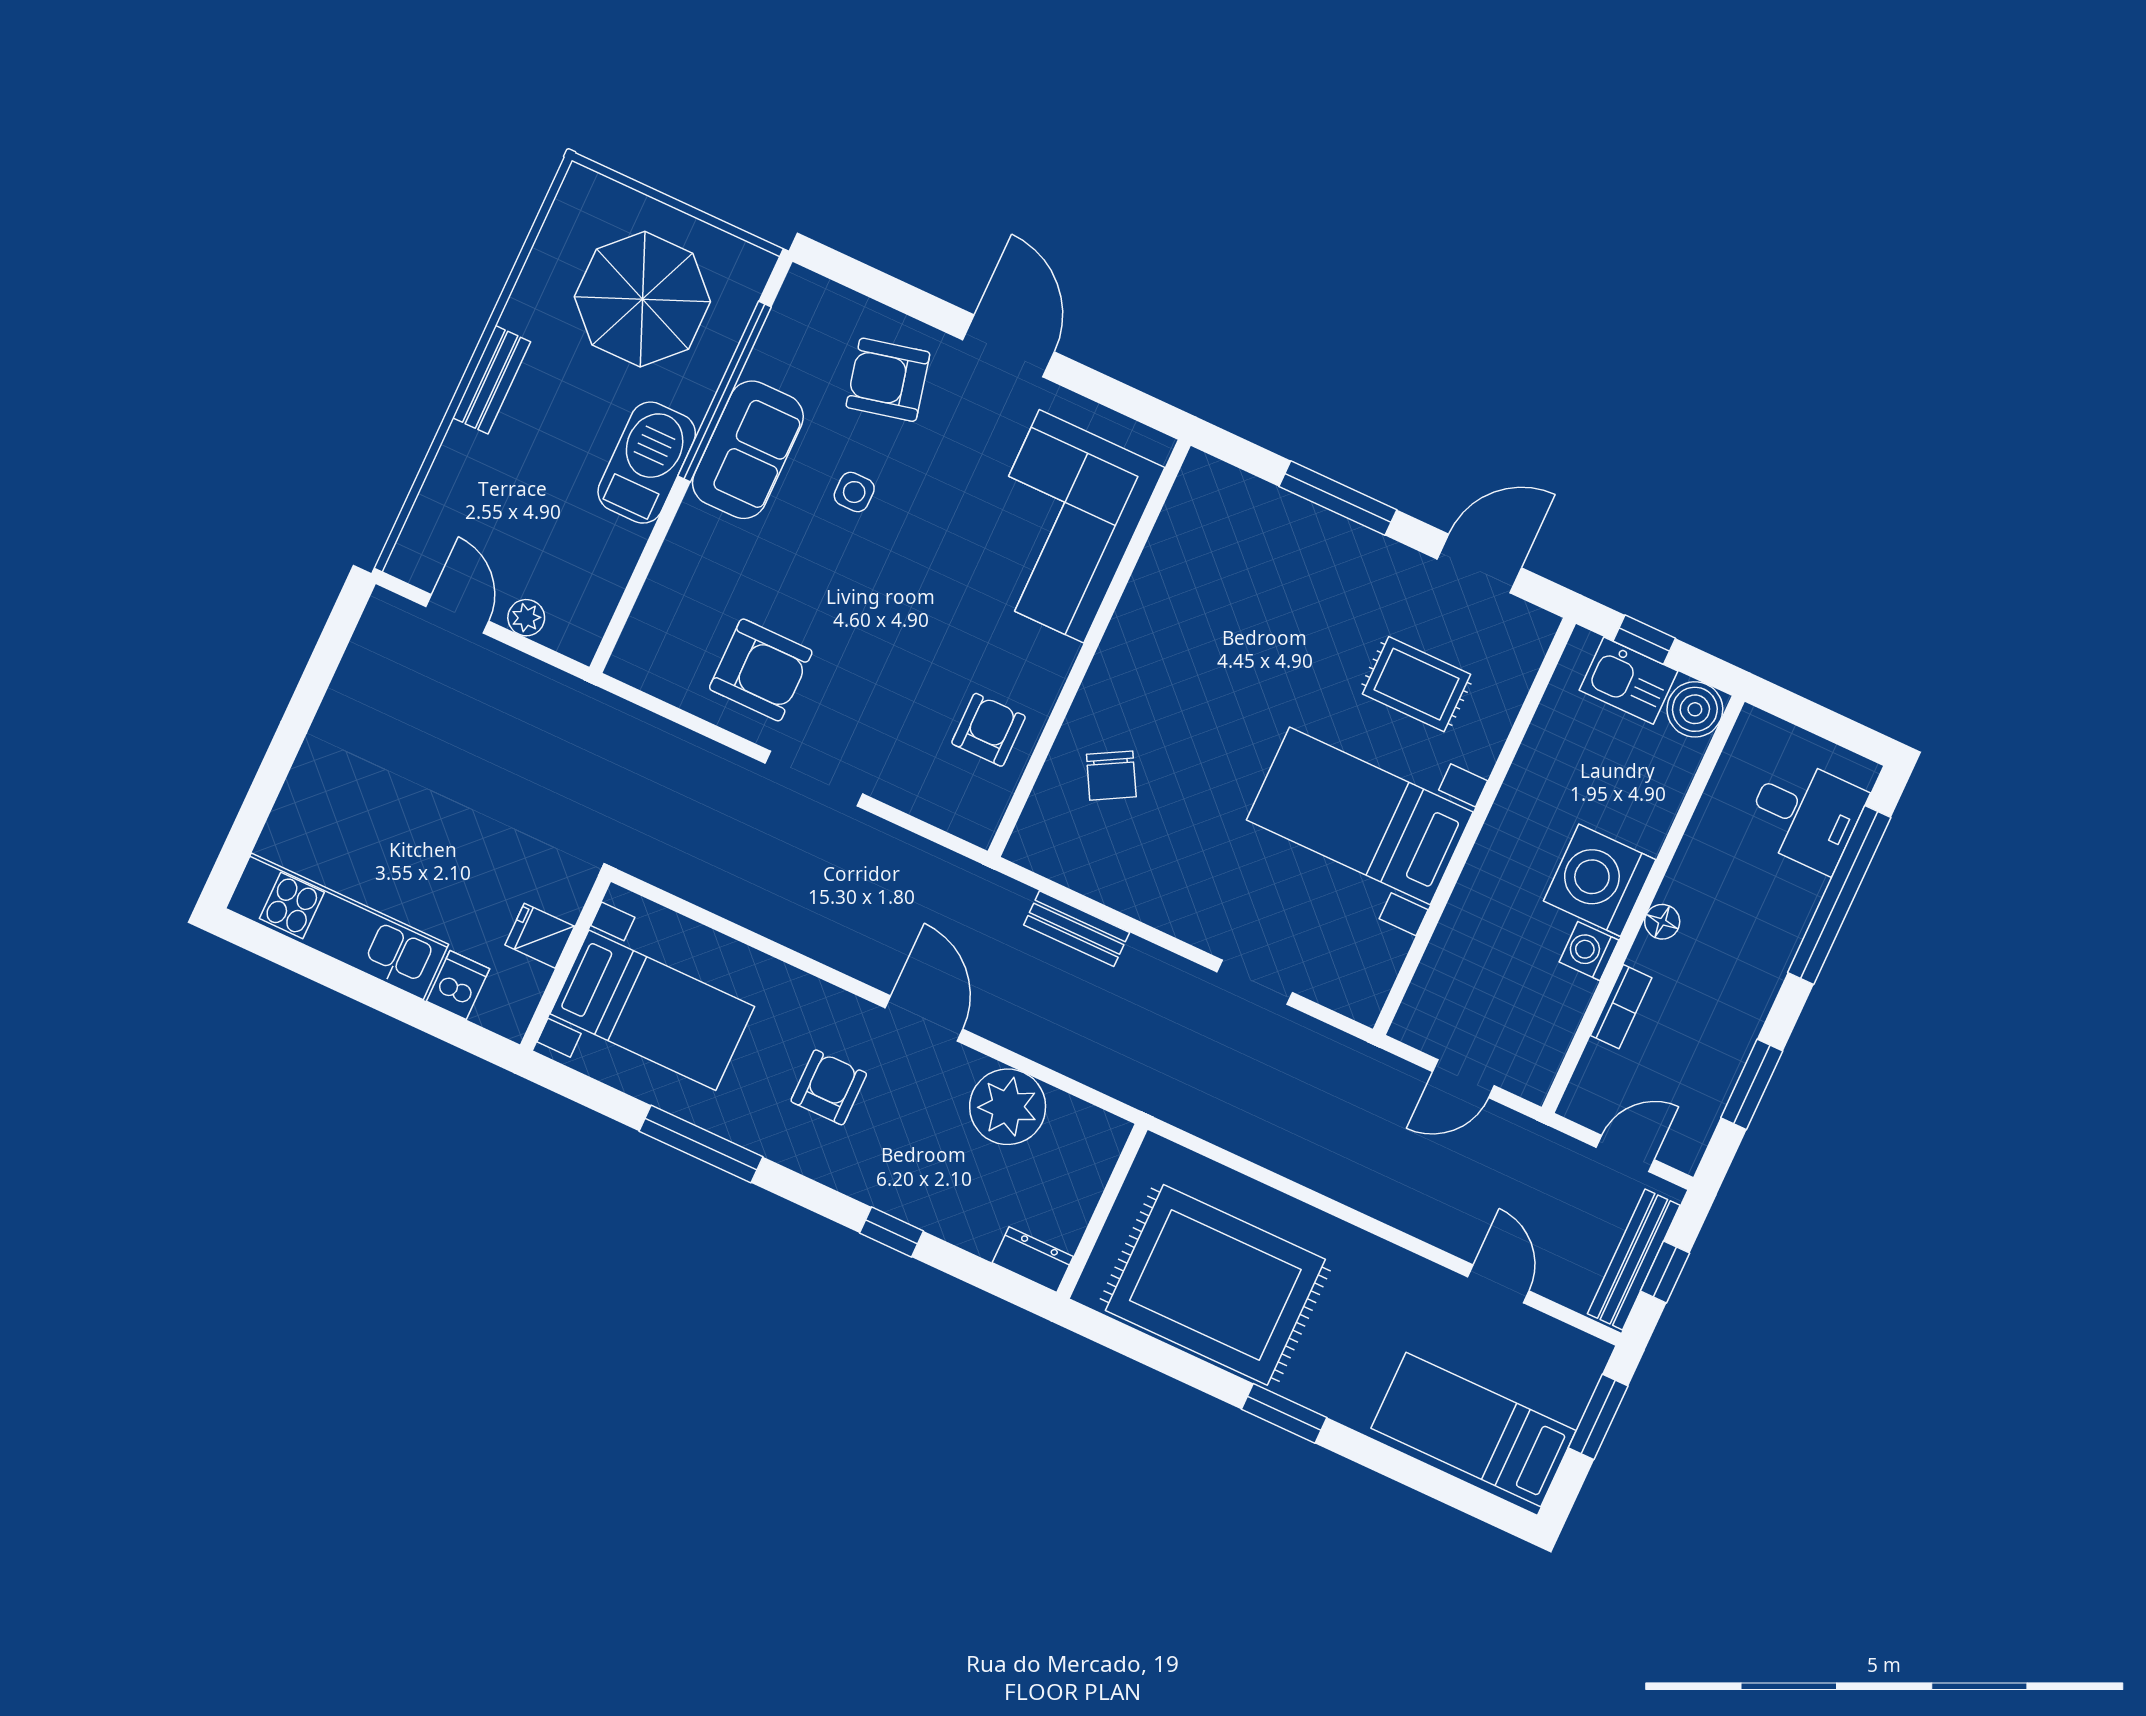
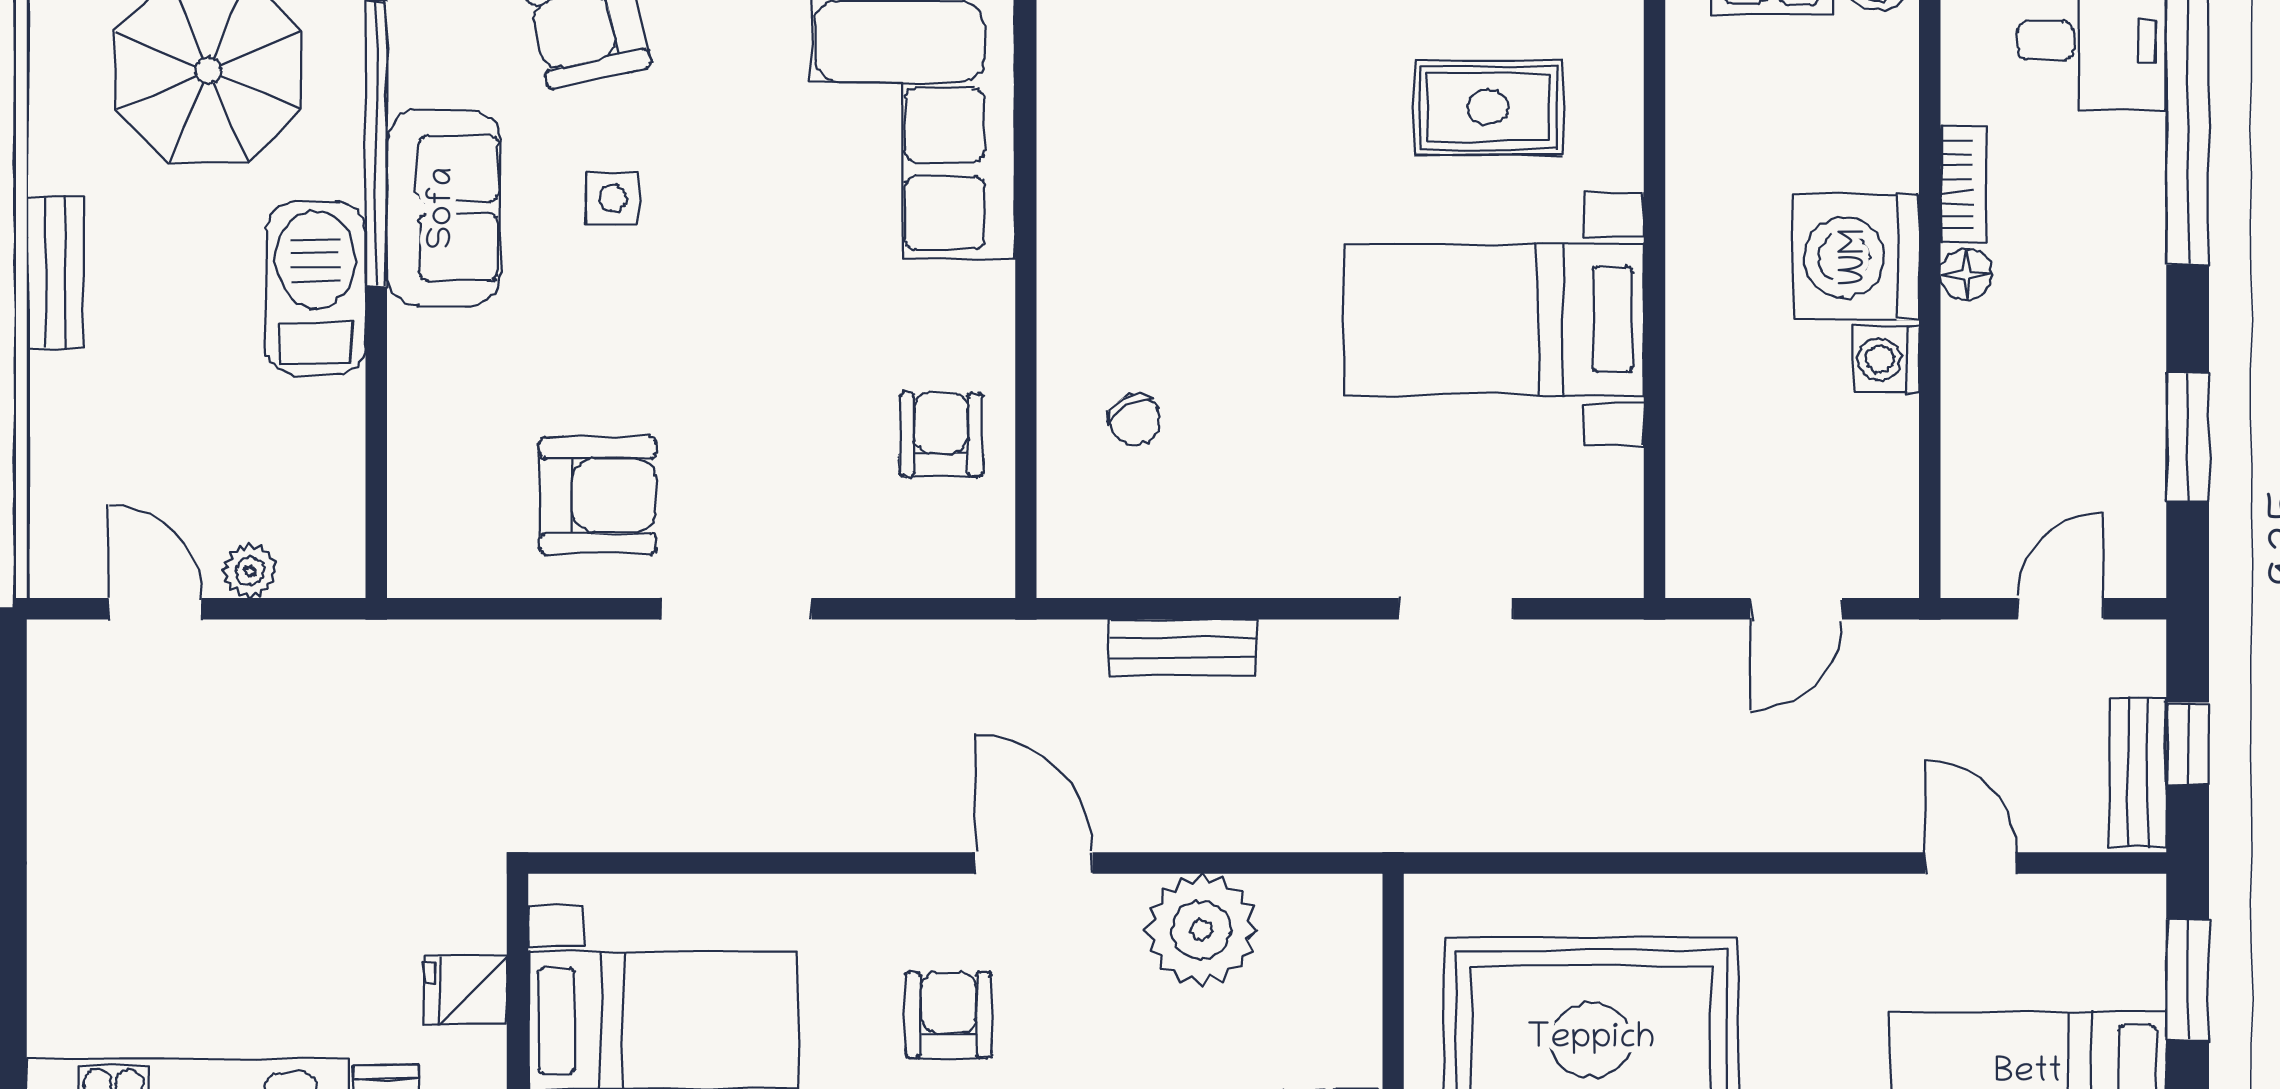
chair: (1111, 776) -> (1135, 420), width x0.73, depth x0.73
bookcase: (1621, 1007) -> (1964, 185), moved
bench: (1634, 1259) -> (2138, 773), width x0.73

